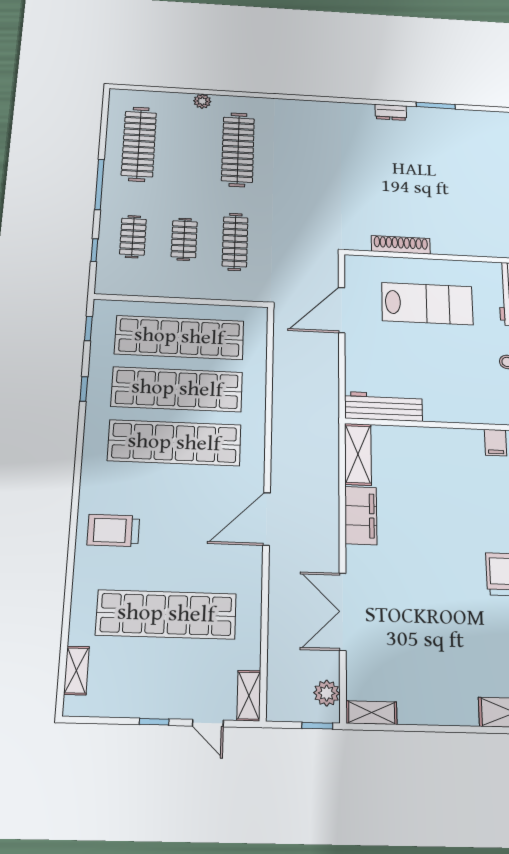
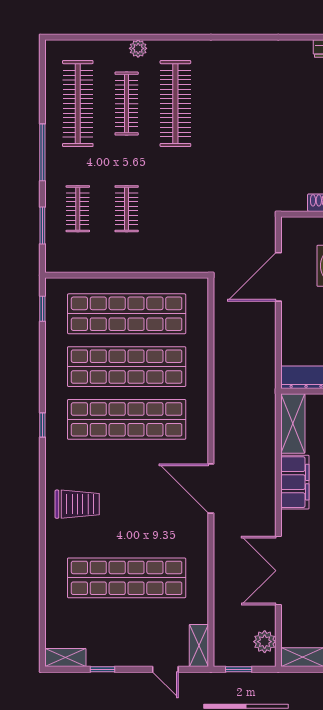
clothes rail: (235, 242) -> (127, 104), moved
window: (94, 250) -> (42, 226), width x1.50
window: (84, 389) -> (42, 425), moved
door: (267, 519) -> (211, 489), hinge flipped
trolley: (113, 530) -> (77, 504), turned 180
shelving: (76, 670) -> (65, 657), moved, turned 90
window: (154, 722) -> (103, 669), moved
window: (317, 726) -> (239, 669), moved

